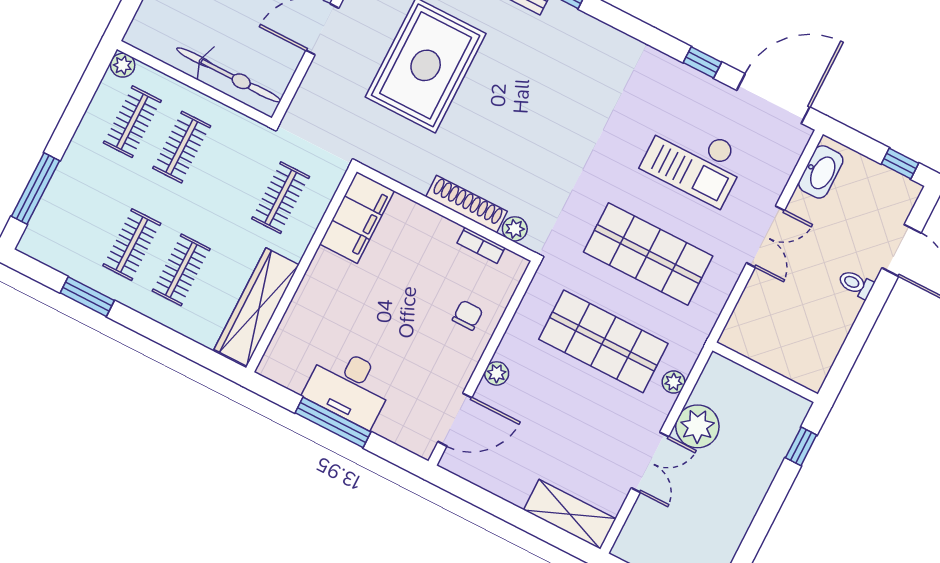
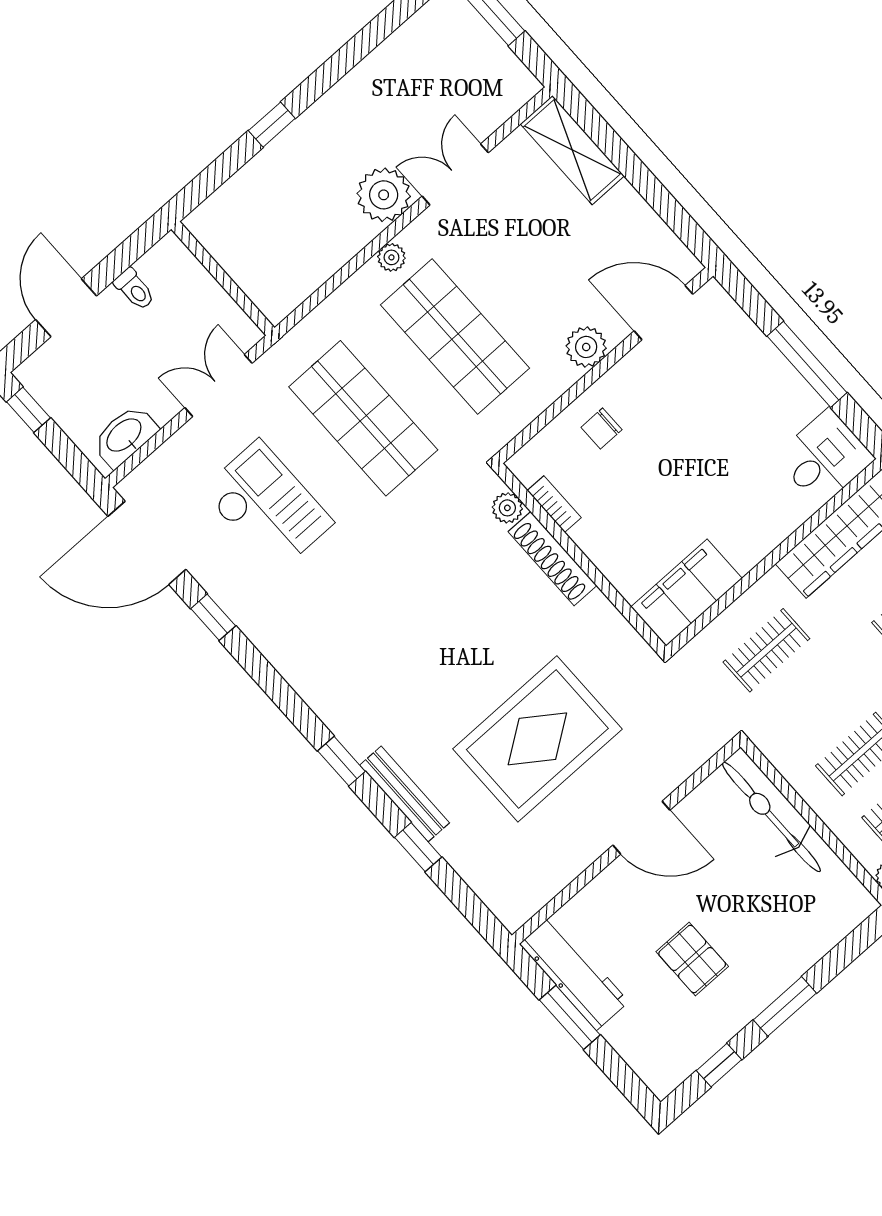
wall: (765, 372) -> (223, 278), moved
plant: (497, 373) -> (586, 347), width x1.38, depth x1.38
desk: (349, 387) -> (825, 458), moved, width x0.73

